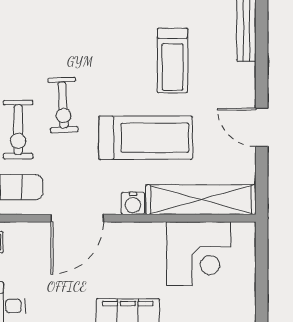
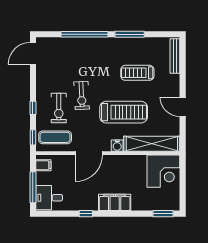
treadmill: (172, 61) -> (137, 73), turned 90
corner desk: (199, 254) -> (163, 171), moved

